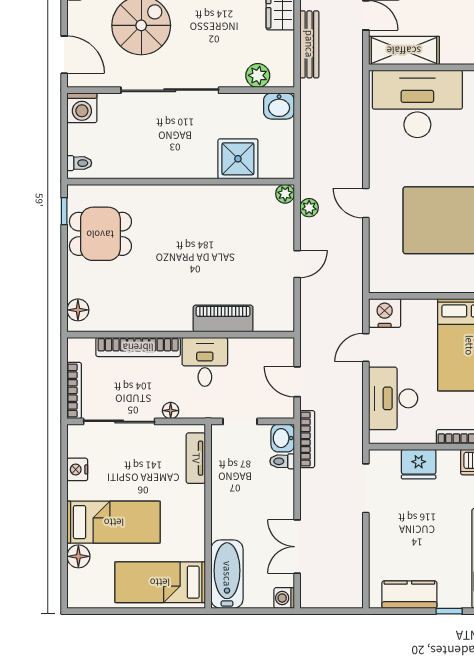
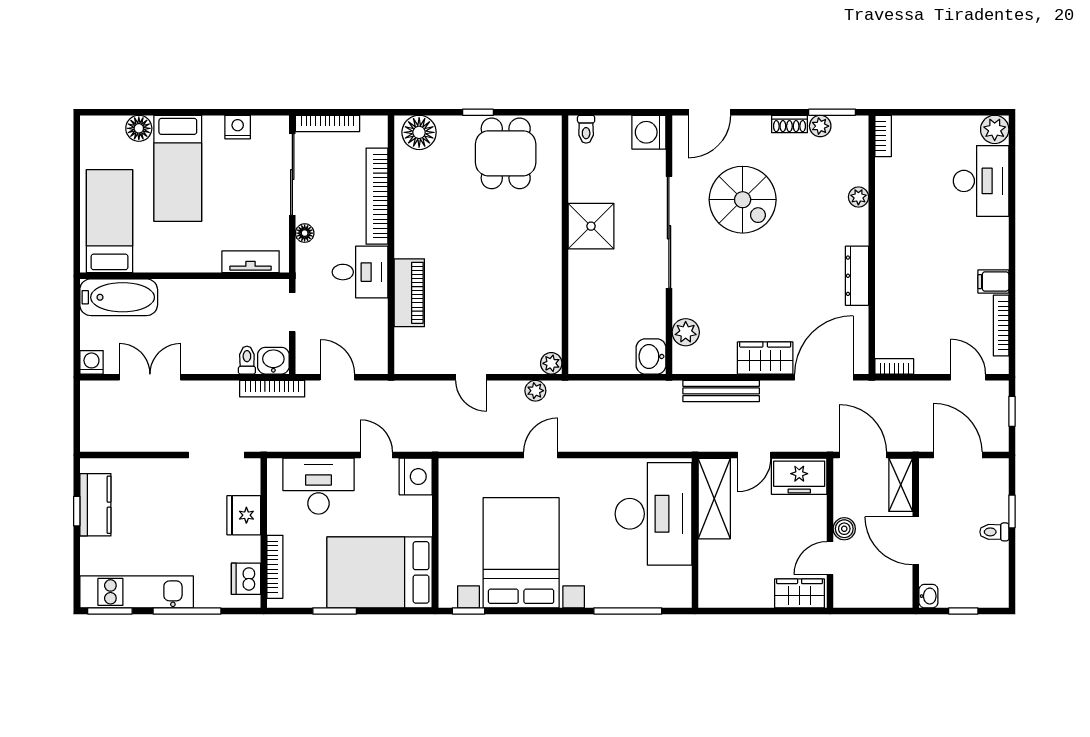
shower: (238, 159) -> (591, 226), moved
window: (64, 211) -> (478, 112), moved
floor lamp: (78, 310) -> (419, 132), width x1.38, depth x1.38
door: (297, 382) -> (337, 377), hinge flipped
window: (449, 611) -> (77, 511), moved

